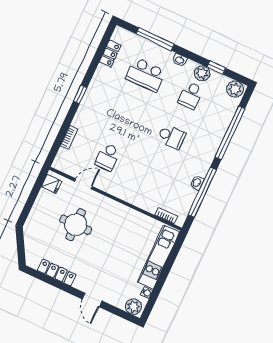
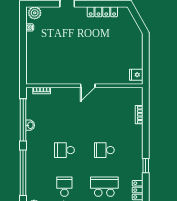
window: (80, 94) -> (146, 166), moved
school desk: (108, 157) -> (104, 150), moved, turned -90
door: (83, 184) -> (88, 86), moved
round table: (76, 225) -> (105, 53), removed
kitchen unit: (158, 257) -> (33, 58), removed

